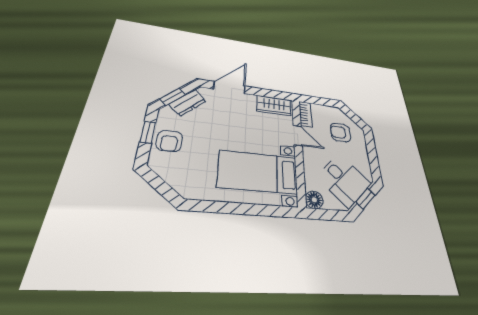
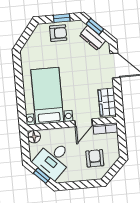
armchair: (169, 141) -> (58, 33), turned 180

